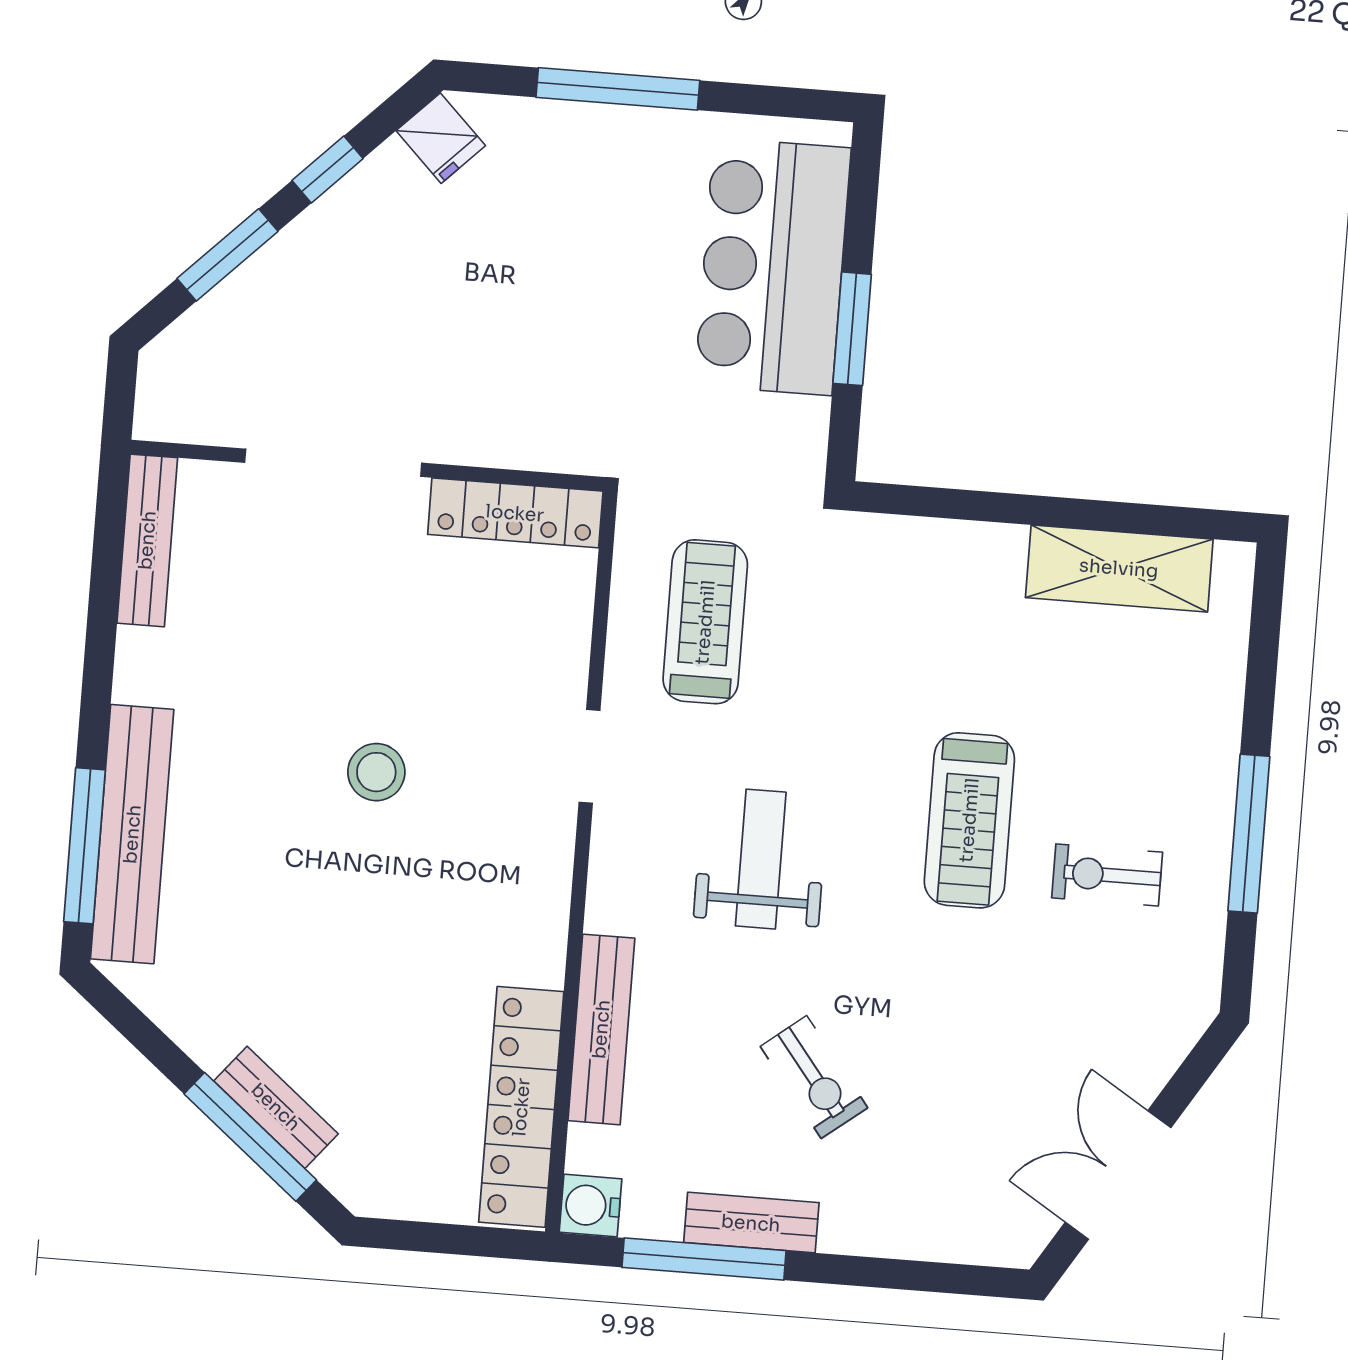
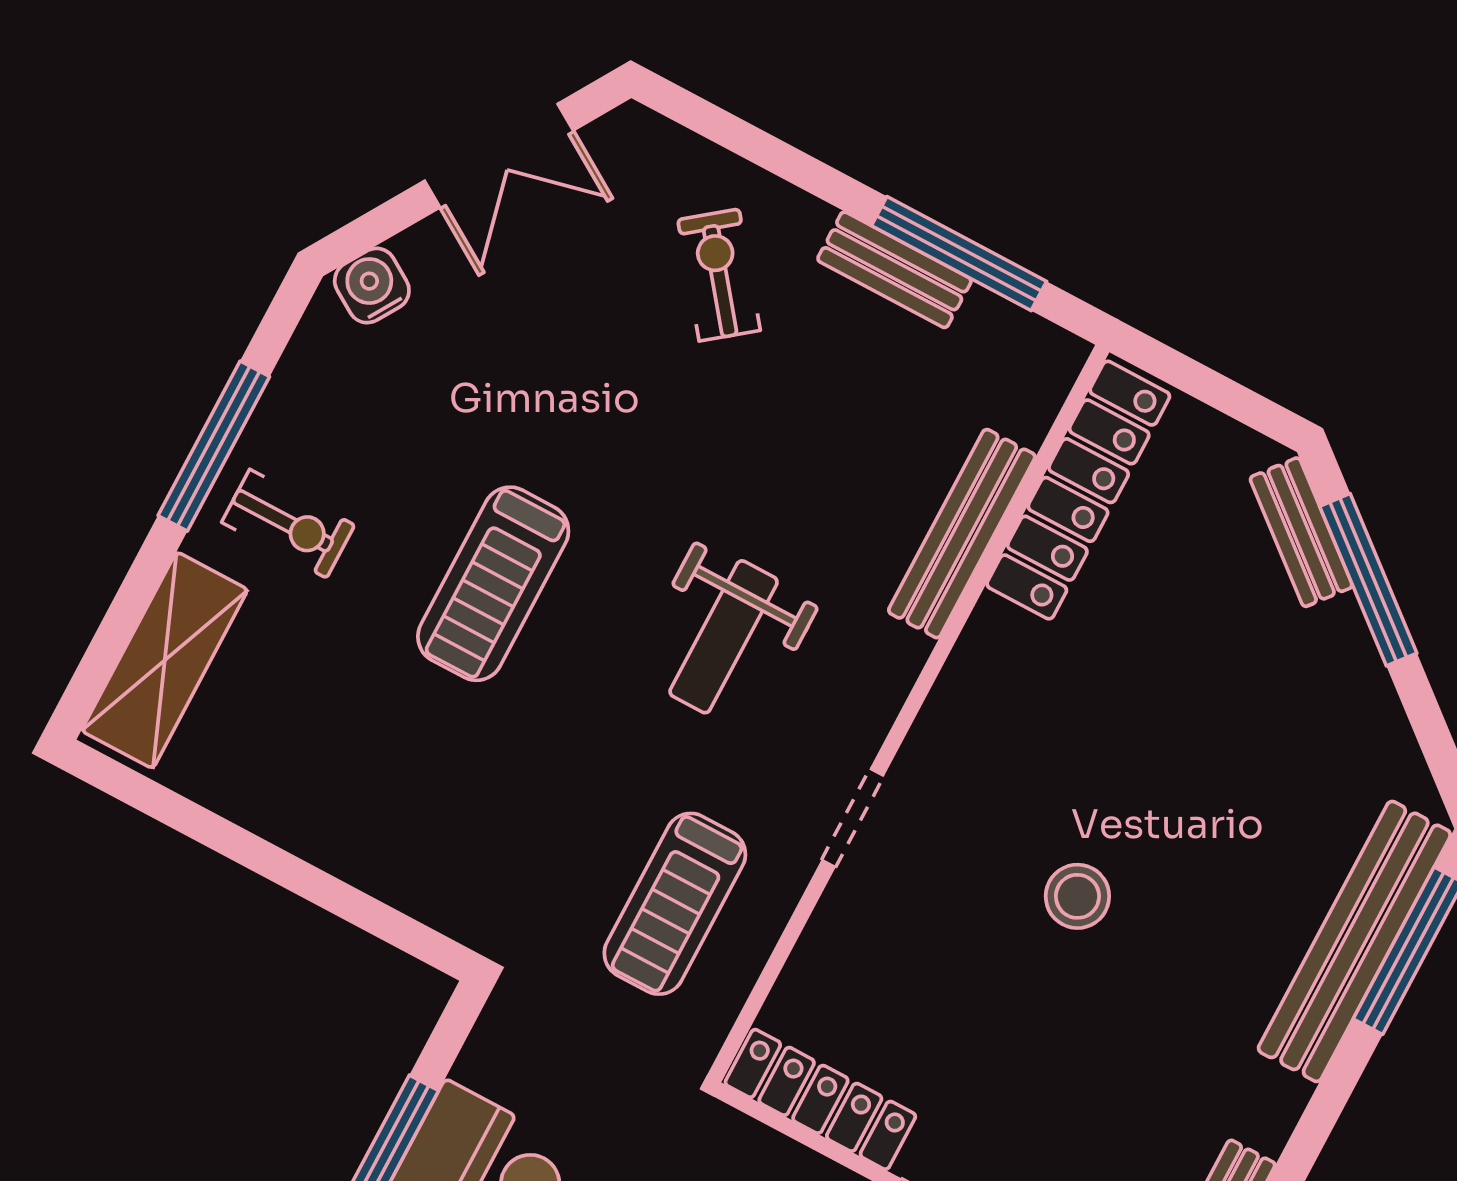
shelving: (1119, 568) -> (165, 660), moved, turned 90
treadmill: (969, 820) -> (493, 584), turned 180
exercise bike: (1107, 875) -> (288, 524), moved
exercise bike: (814, 1077) -> (719, 275), moved
bench: (276, 1107) -> (1301, 532), moved
water cooler: (590, 1206) -> (372, 286), moved, turned -148

